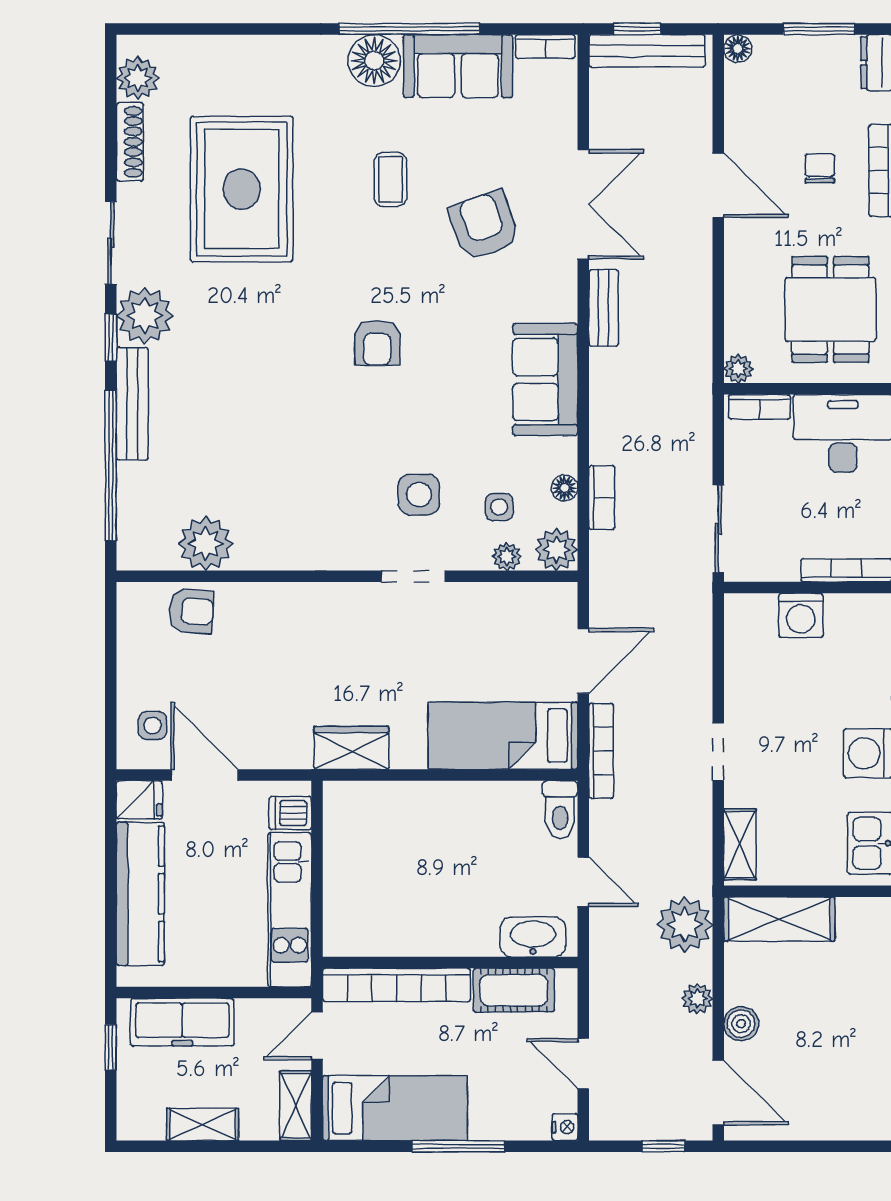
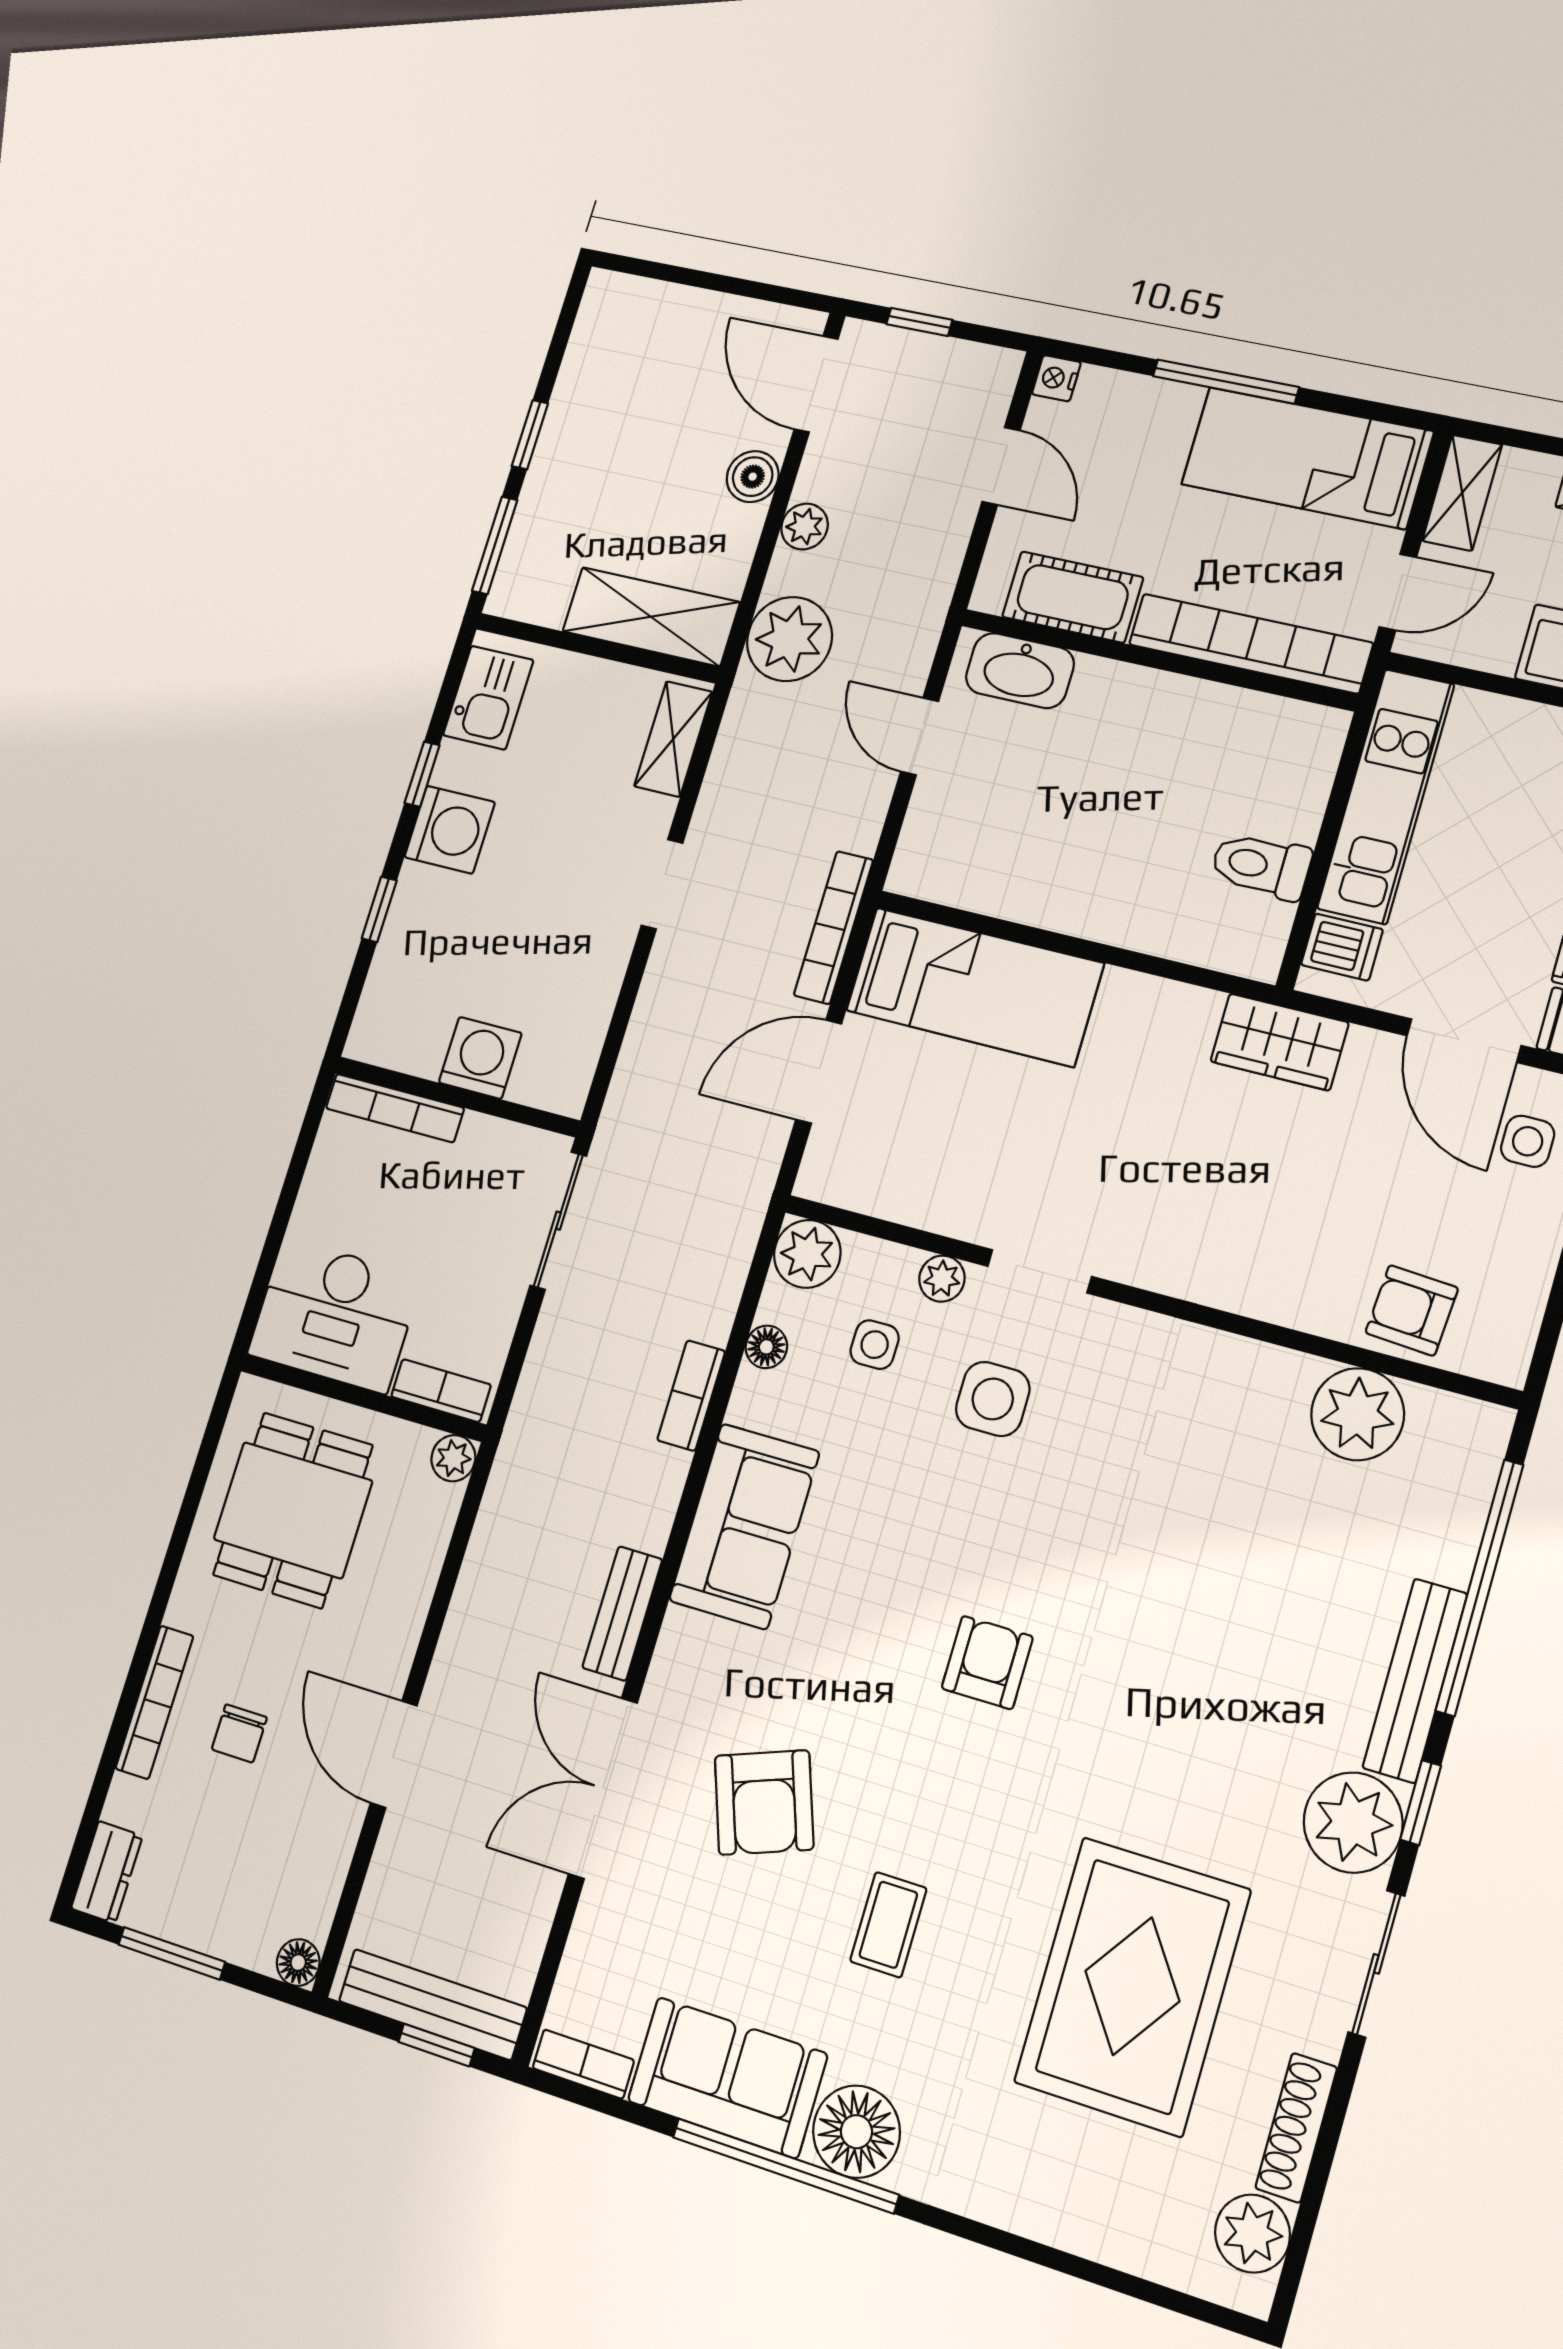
bookcase: (602, 498) -> (691, 1396), moved
plant: (507, 557) -> (942, 1279), moved
wardrobe: (351, 748) -> (1279, 1042), moved
toilet: (560, 810) -> (1261, 866), moved, turned -90

